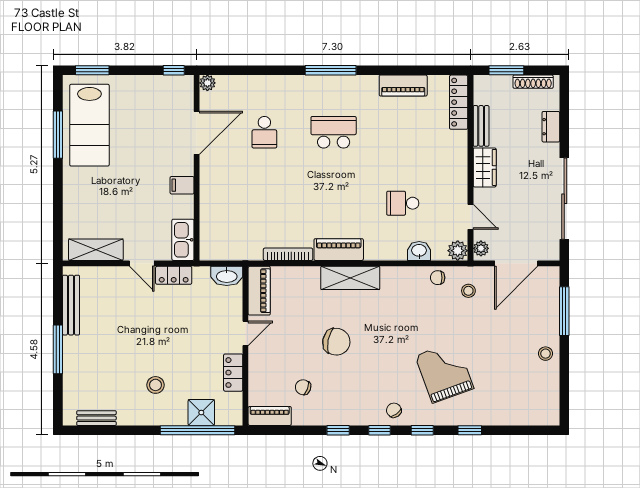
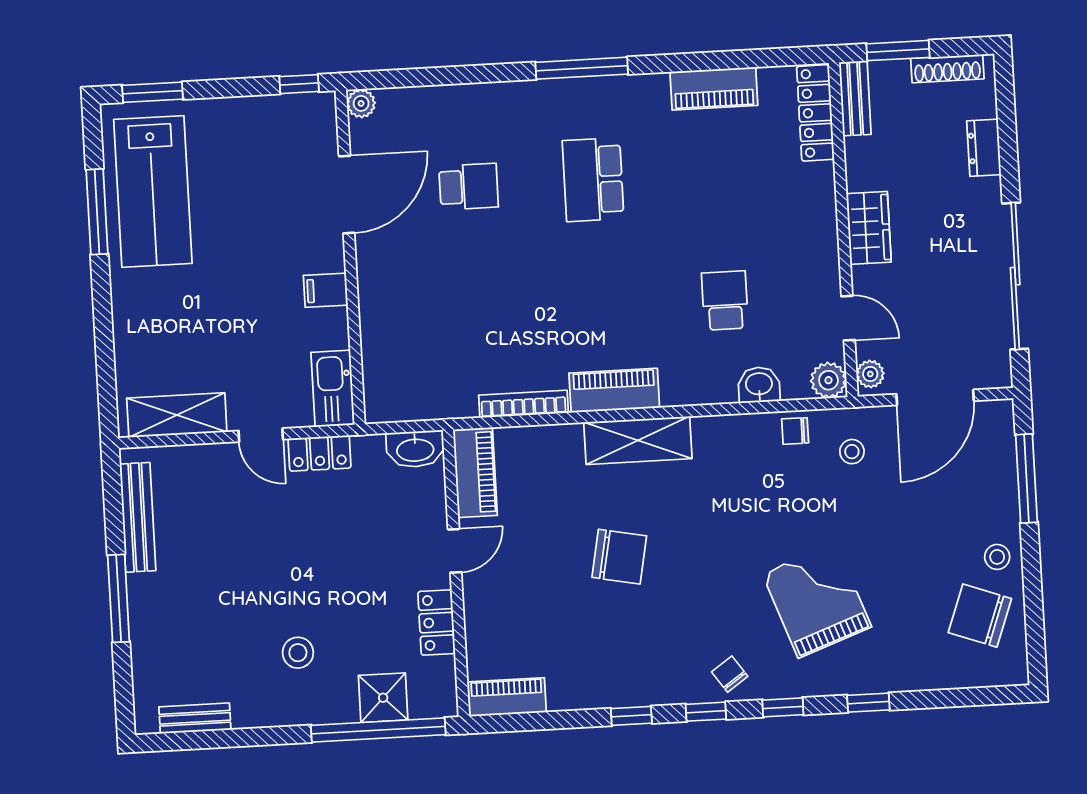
bench: (481, 126) -> (855, 98), moved
school desk: (264, 132) -> (469, 187), turned -90
school desk: (334, 132) -> (593, 180), turned -90
school desk: (403, 203) -> (725, 301), turned 90
chair: (303, 387) -> (980, 616), moved, width x1.87, depth x1.87

